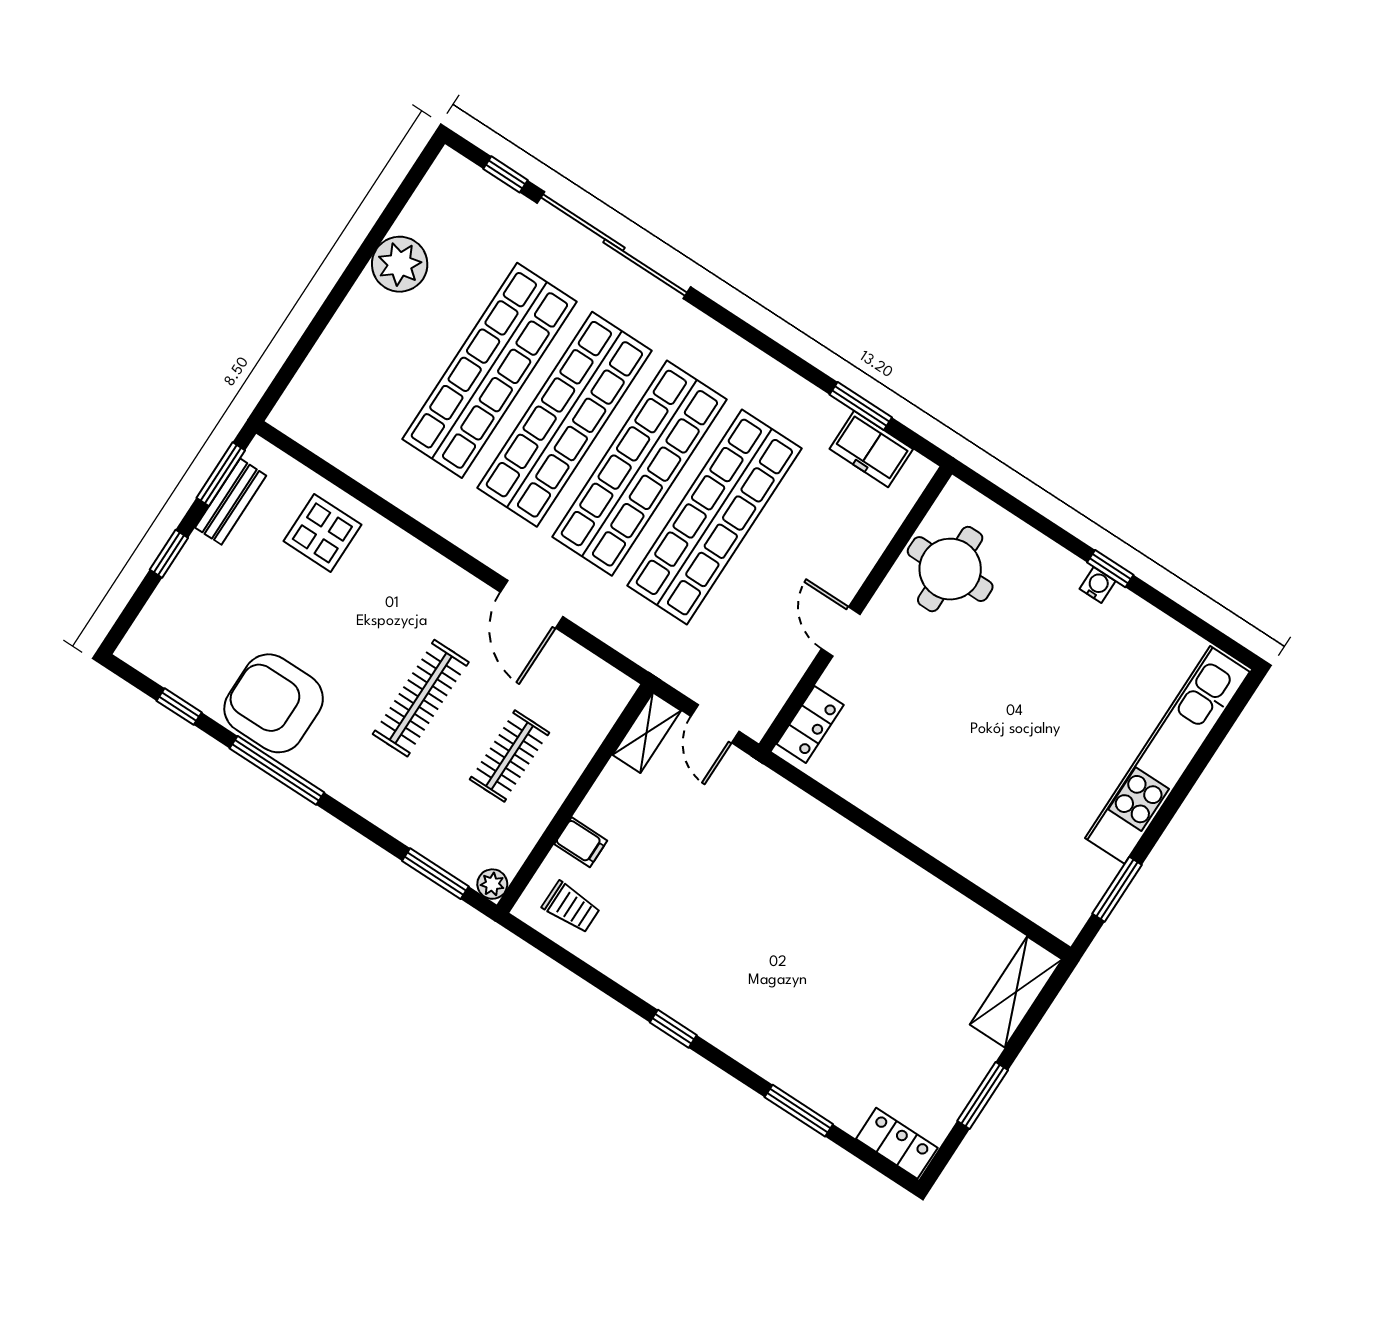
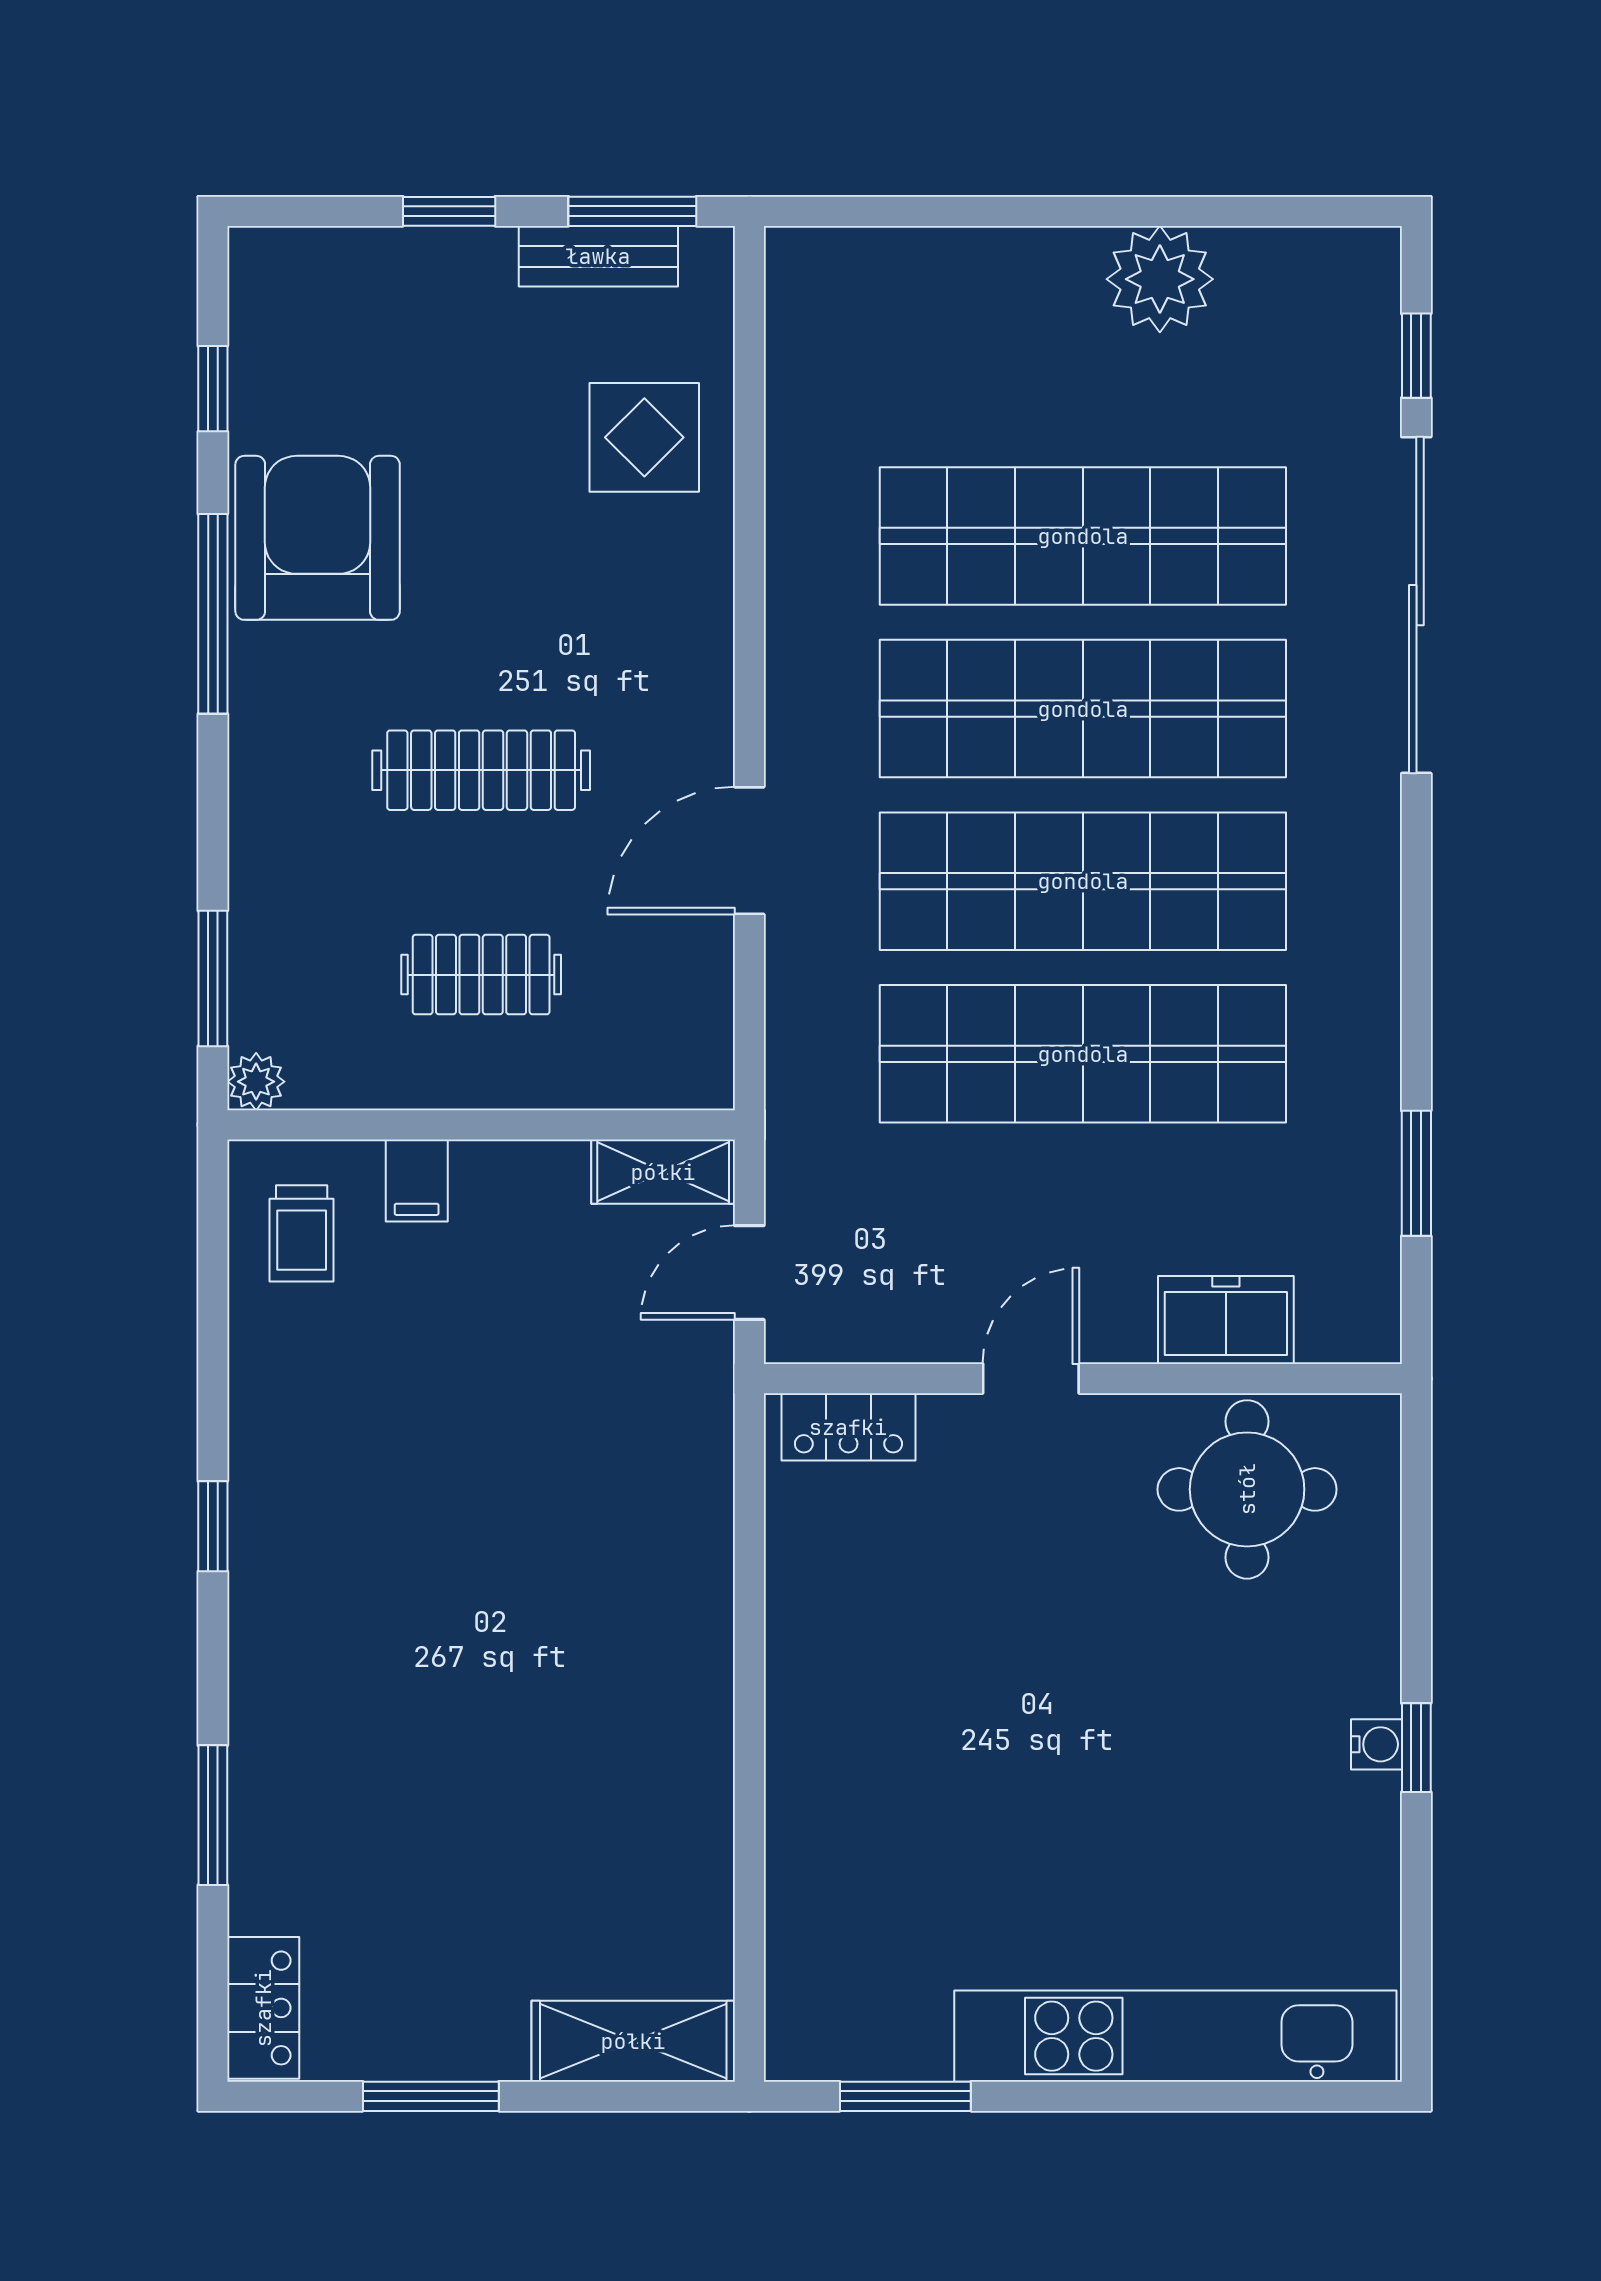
freezer: (871, 449) -> (1226, 1320), moved, turned 90

